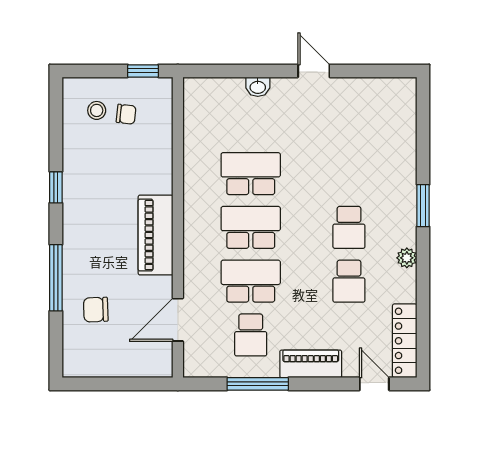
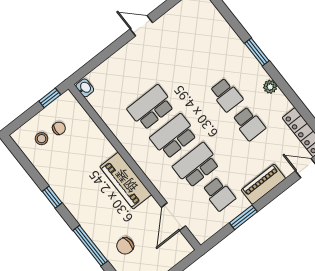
washbasin: (258, 87) -> (85, 88), moved, turned -90
window: (258, 384) -> (243, 217), width x0.69

